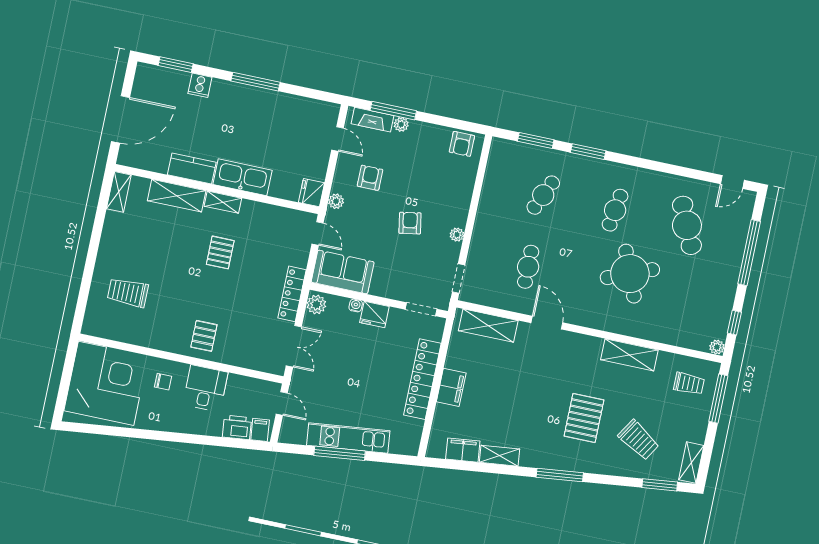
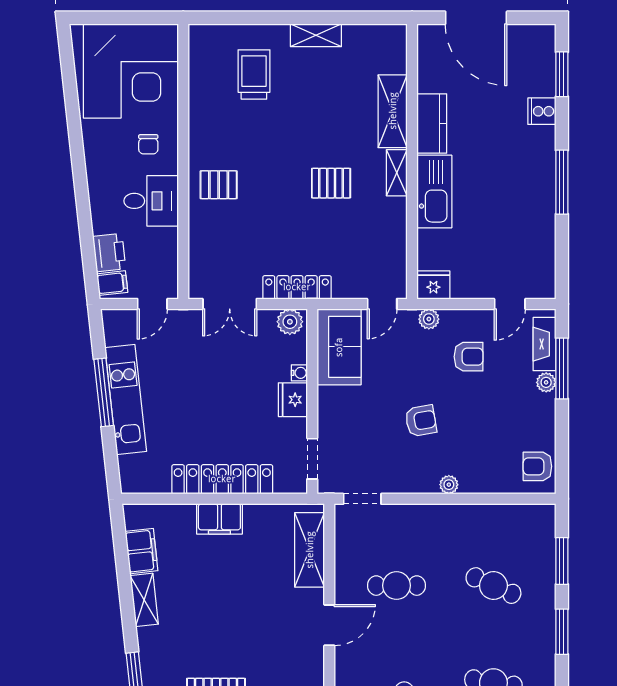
shelving: (119, 192) -> (316, 35), moved
plant: (457, 235) -> (449, 485), moved

